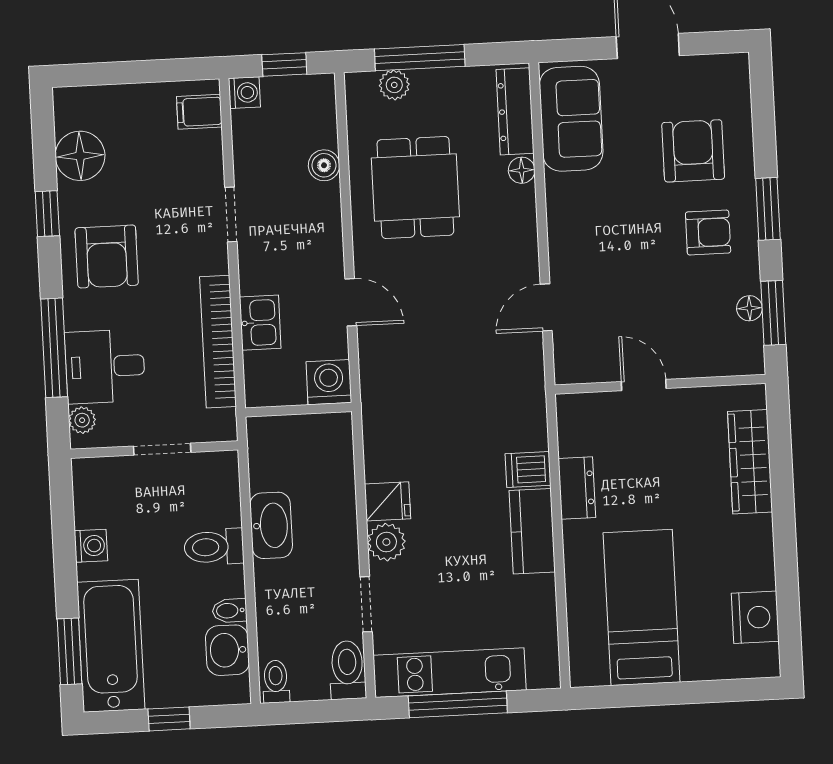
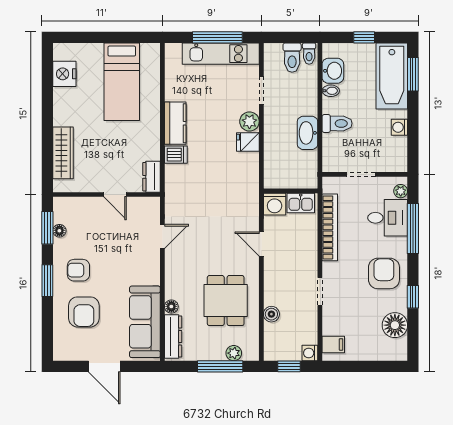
sofa: (571, 119) -> (145, 322), width x1.36
kitchen sink: (260, 323) -> (301, 203), moved, turned -90
dresser: (577, 488) -> (151, 177), moved
toilet: (347, 670) -> (292, 58), moved

